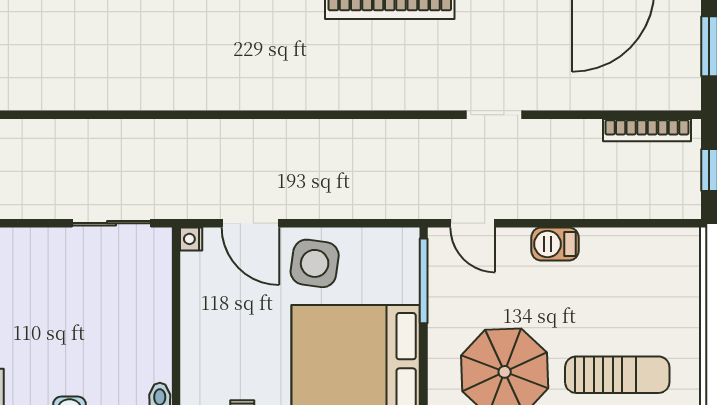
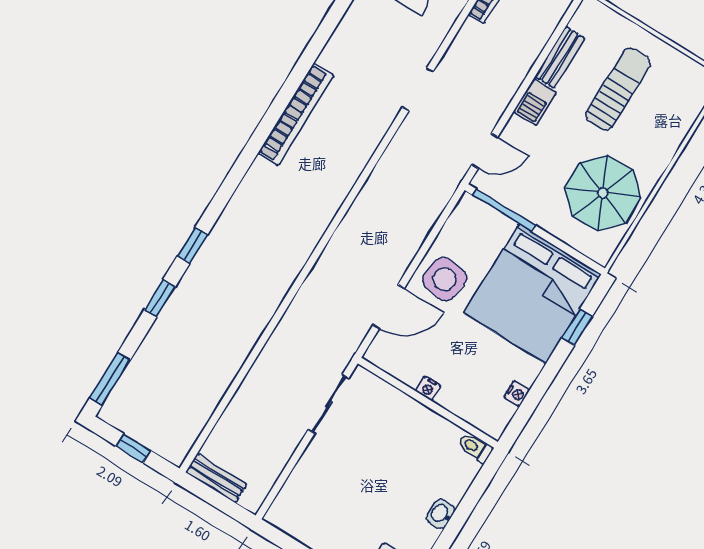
nightstand: (191, 239) -> (428, 388), moved
bench: (617, 241) -> (560, 57), added
sun lounger: (617, 375) -> (618, 89), moved

